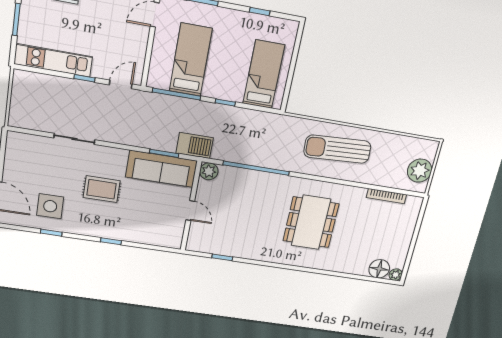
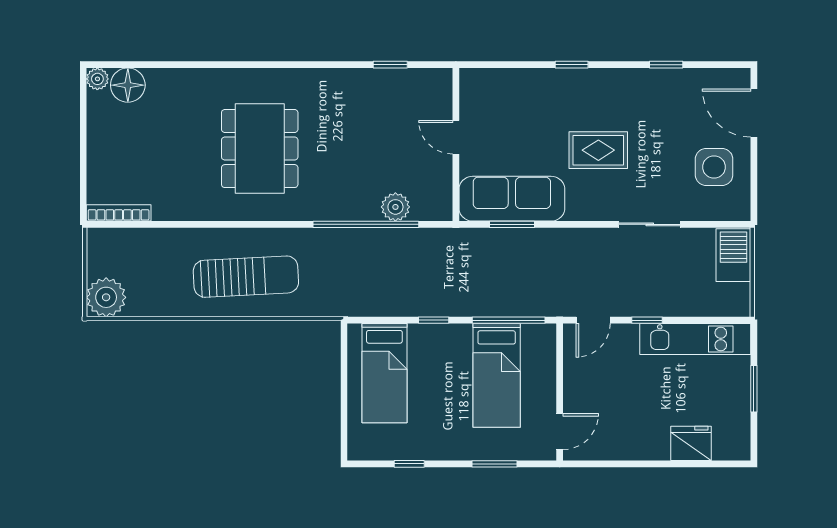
barbecue: (195, 145) -> (733, 255), moved, turned 90
plant: (209, 171) -> (395, 207), moved
plant: (420, 171) -> (106, 297), moved
bookcase: (386, 196) -> (119, 213), moved
side table: (50, 206) -> (714, 167), moved

